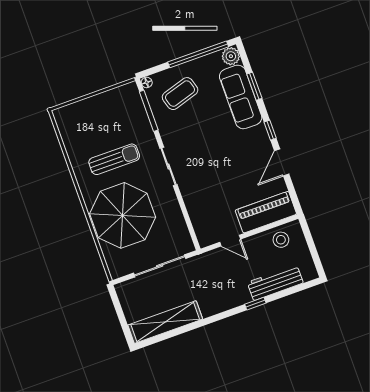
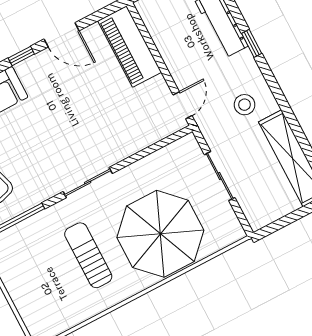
stool: (281, 240) -> (245, 105), moved
door: (230, 241) -> (182, 105), moved
sliding door: (160, 266) -> (220, 176), width x0.73

